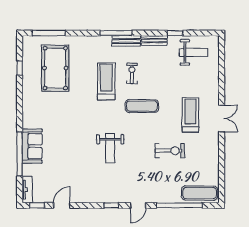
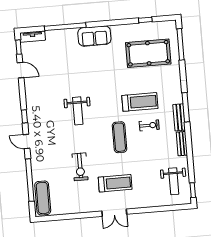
window: (175, 33) -> (193, 190), moved
sofa: (32, 146) -> (94, 36), moved
weight bench: (110, 148) -> (78, 111), turned -90

